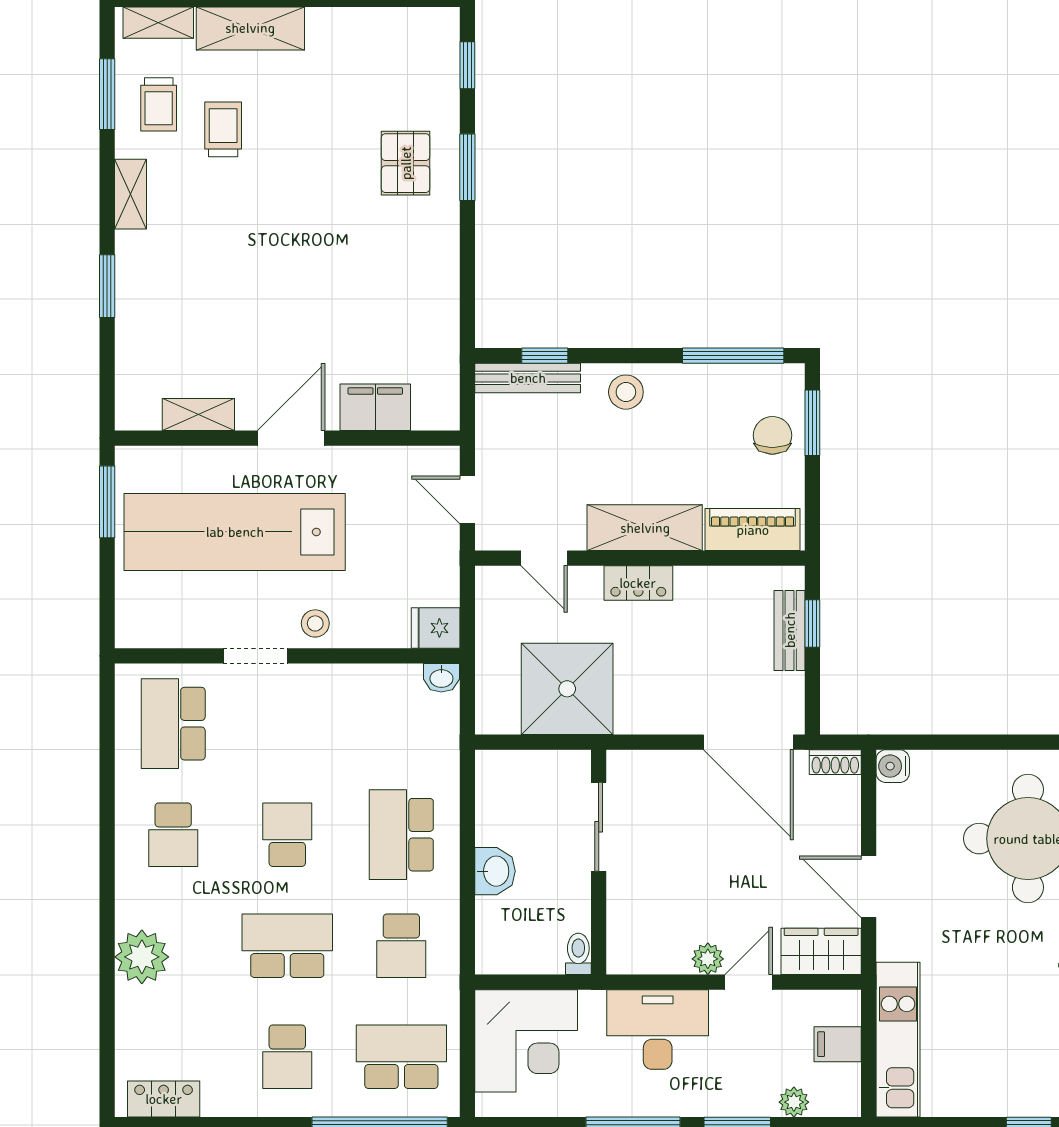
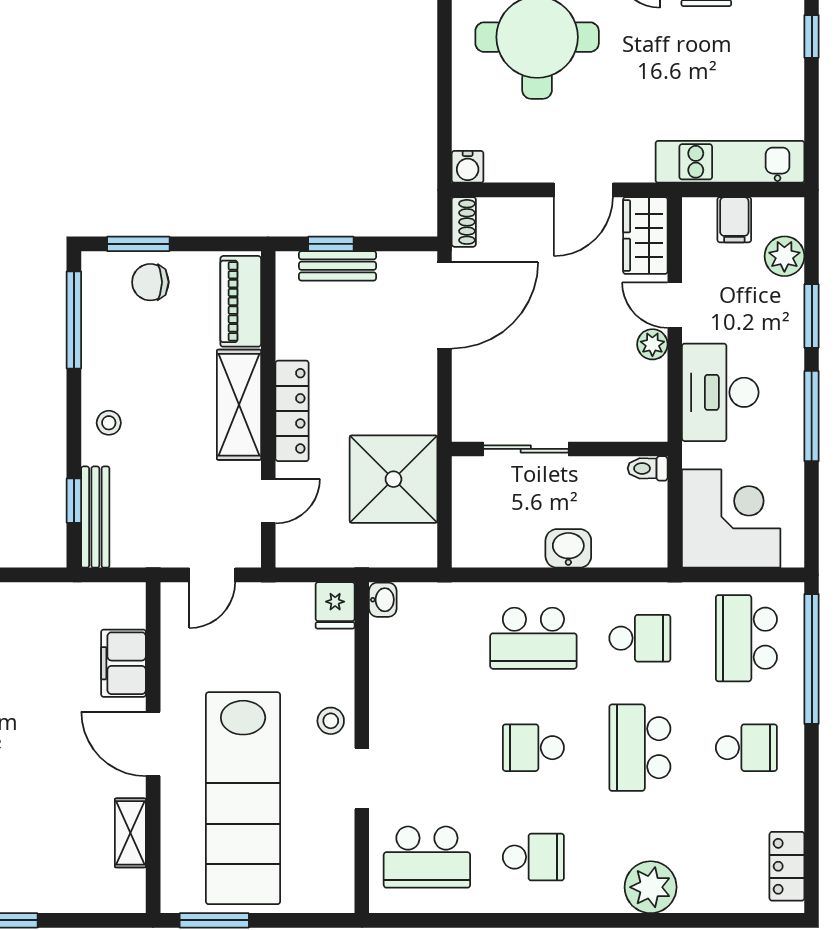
stool: (626, 392) -> (109, 423), width x0.73, depth x0.73
locker: (638, 583) -> (292, 411), width x1.53
plant: (794, 1102) -> (784, 256), width x1.38, depth x1.38

